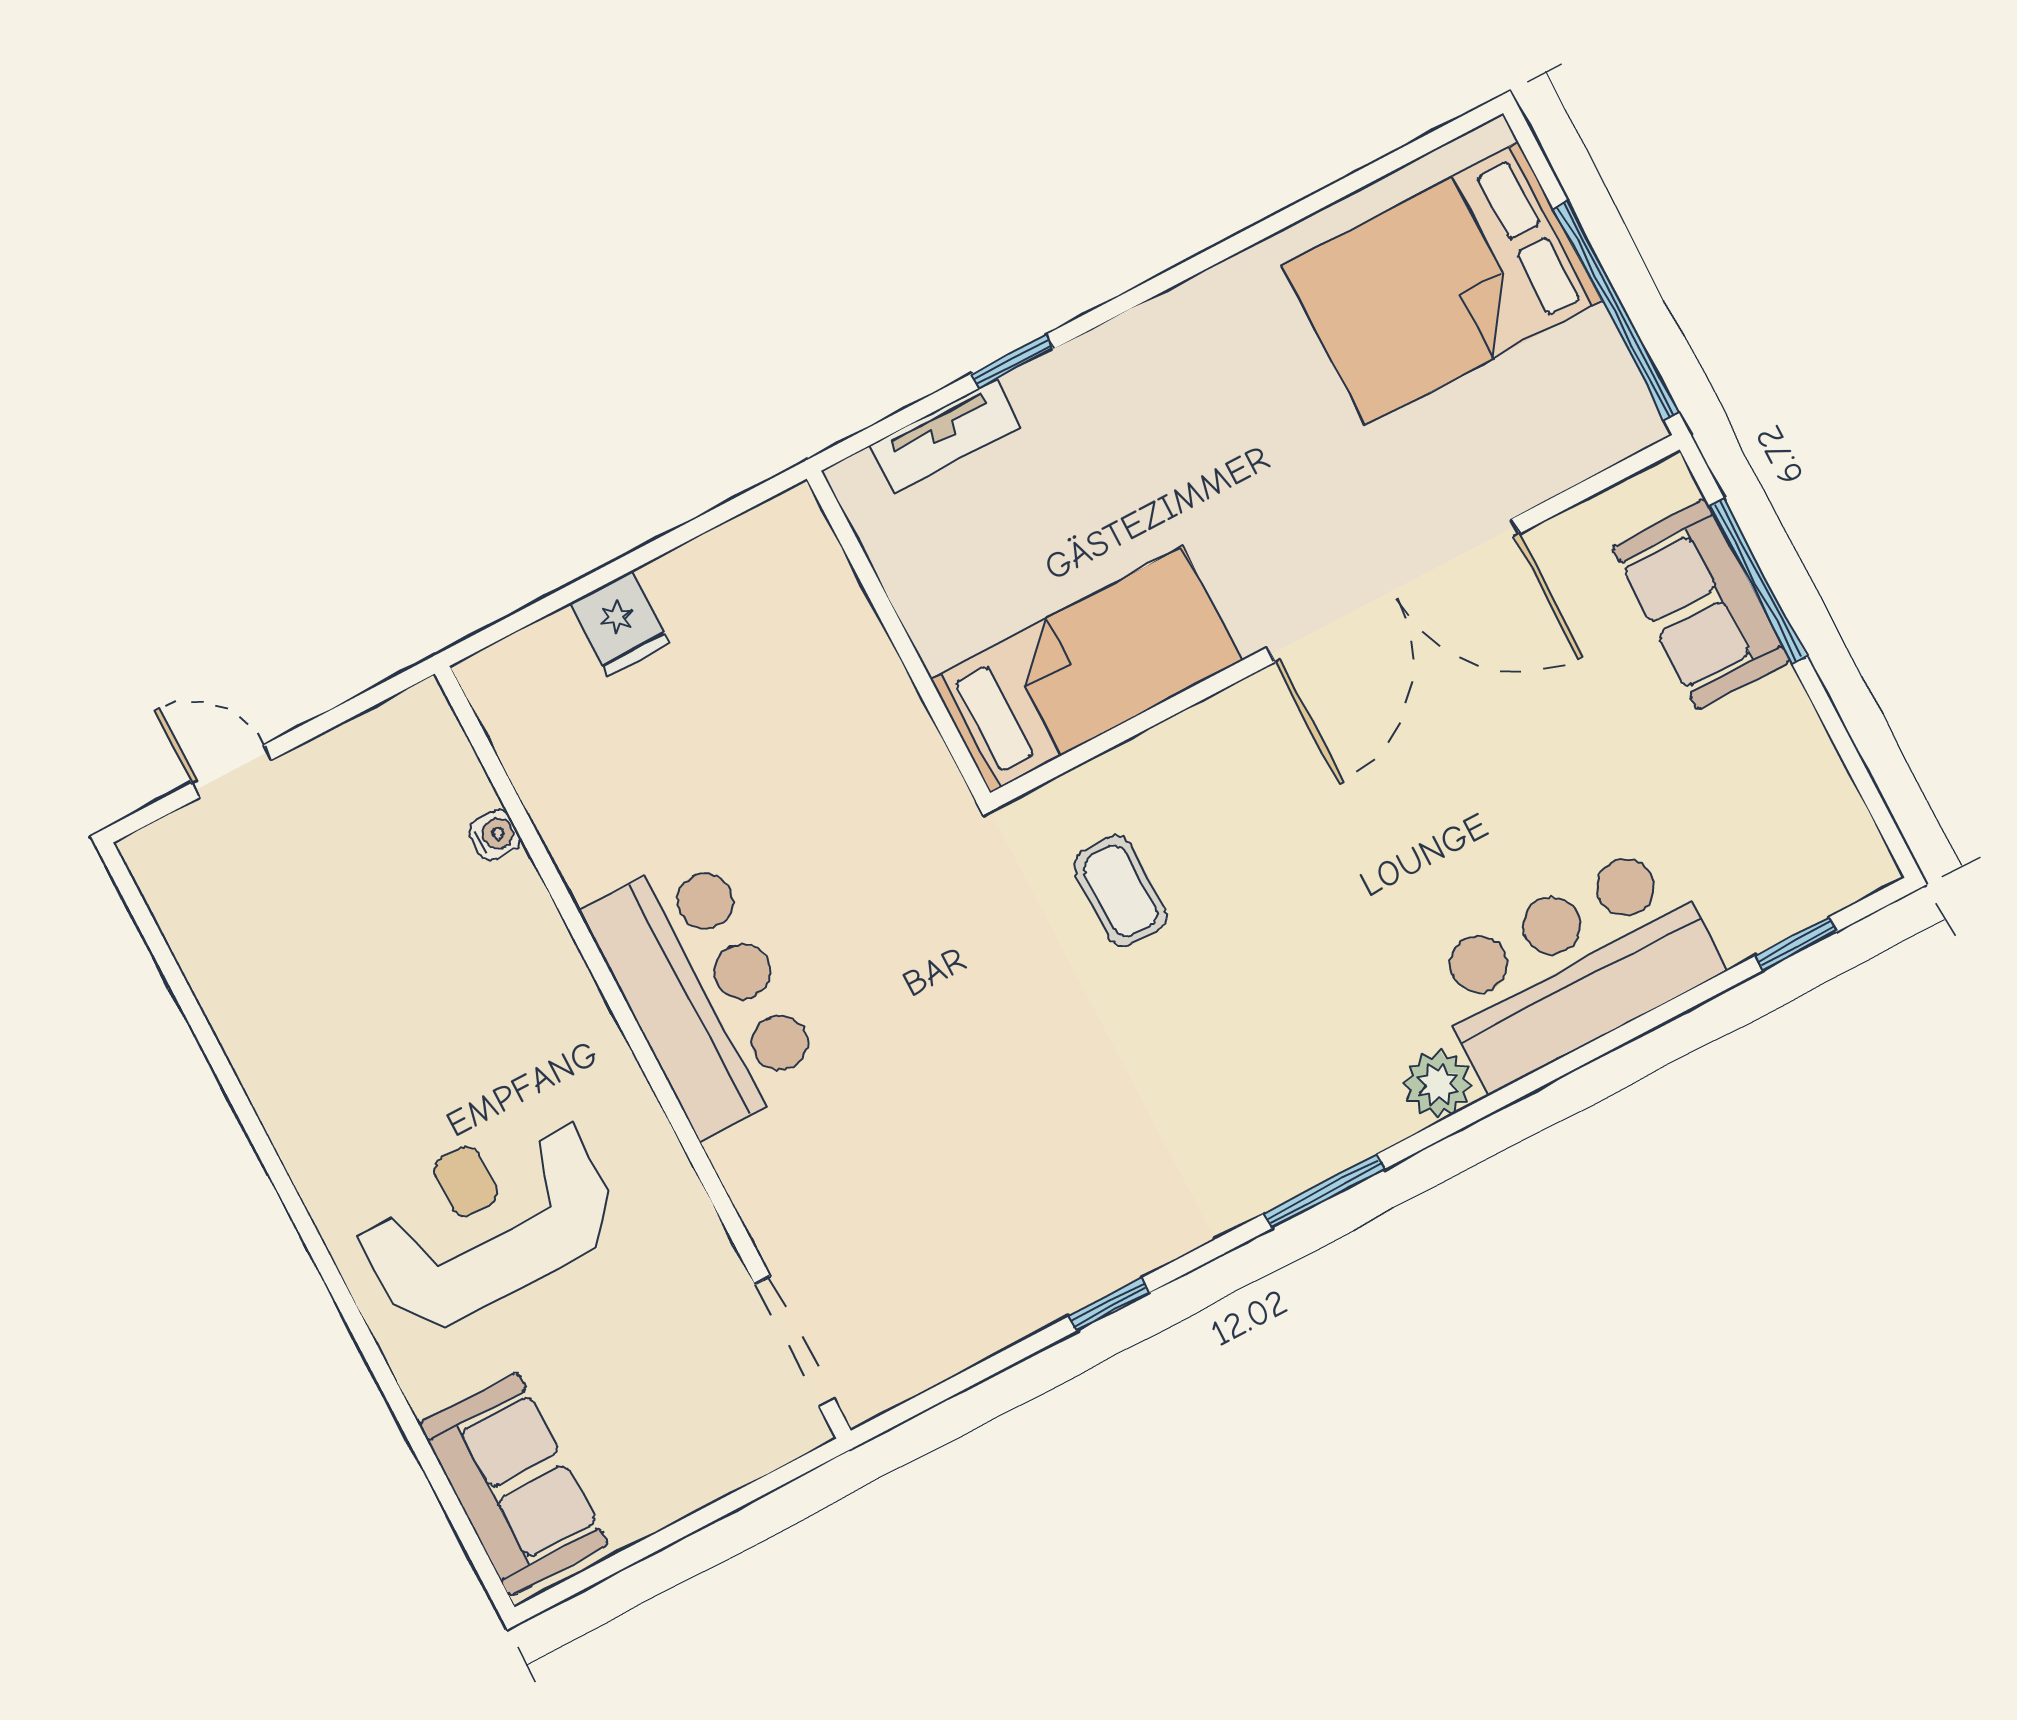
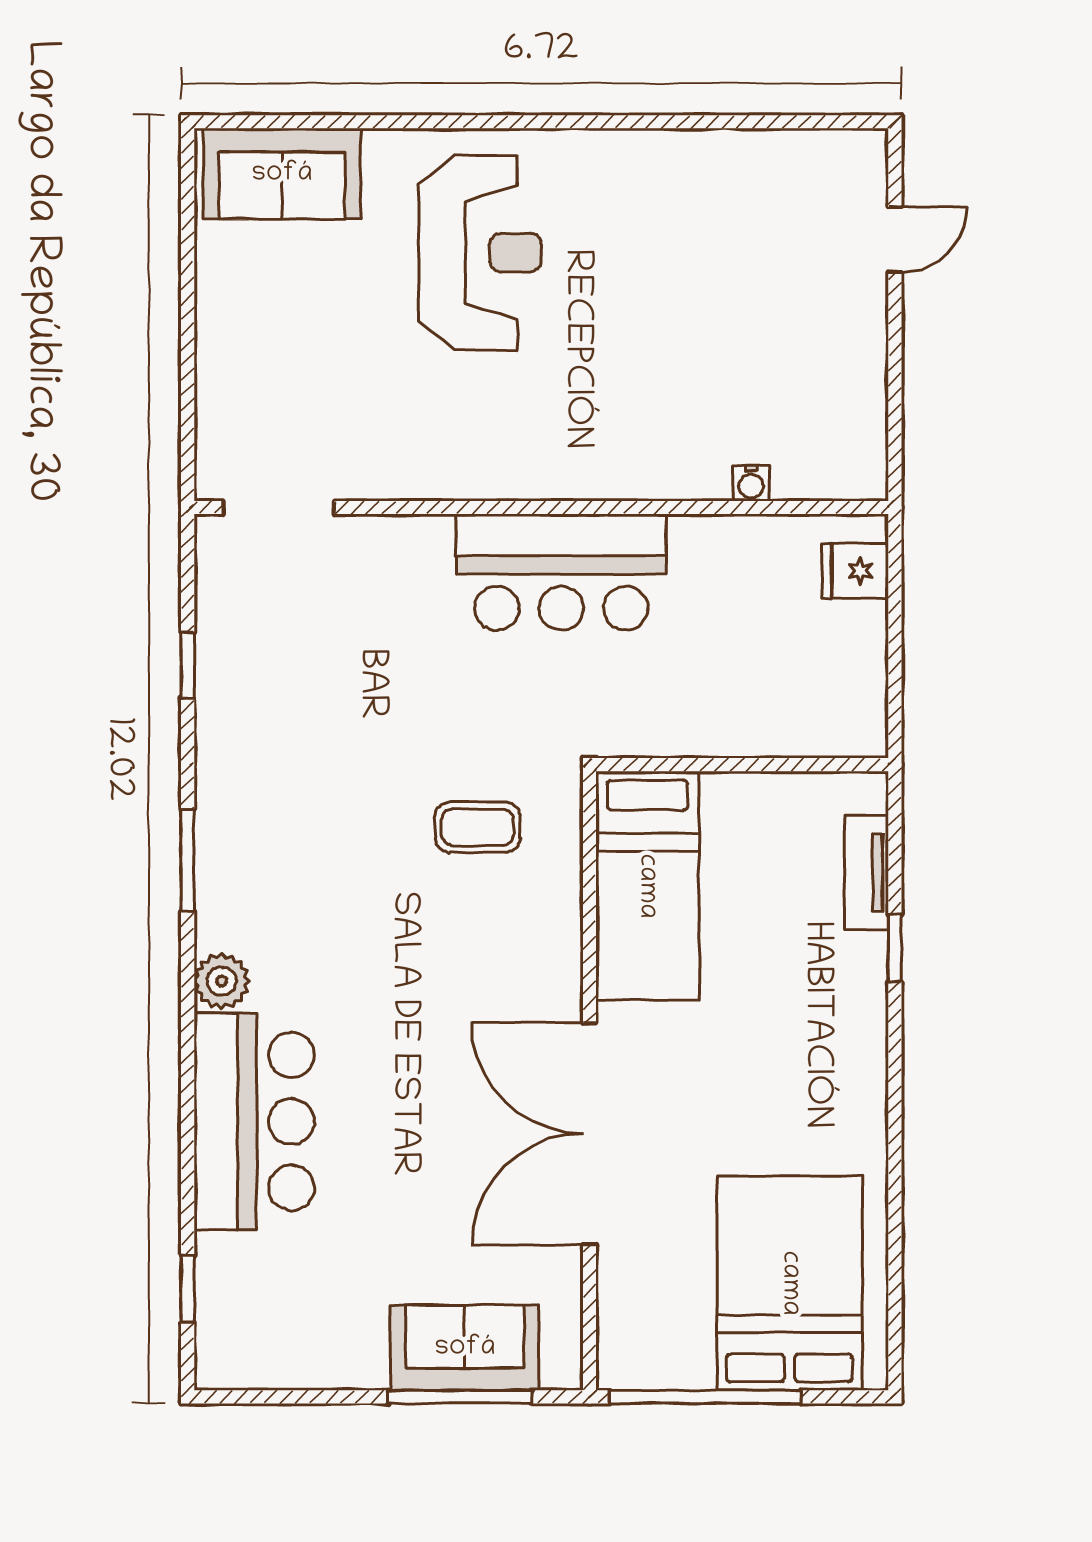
water cooler: (495, 835) -> (751, 483), moved
bar counter: (703, 993) -> (561, 572), moved
wall: (643, 1052) -> (541, 507), moved
doorway: (795, 1341) -> (279, 507), moved

